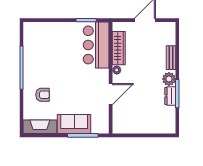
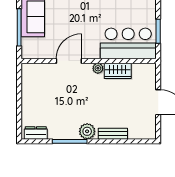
wardrobe: (119, 48) -> (118, 71), width x0.67
door: (111, 94) -> (69, 61), swing flipped
dresser: (170, 96) -> (36, 133), moved

